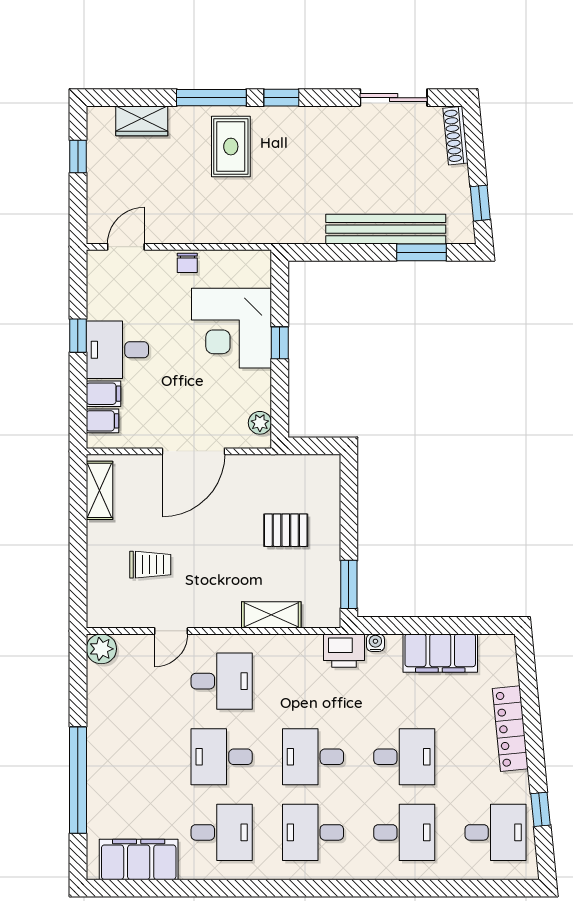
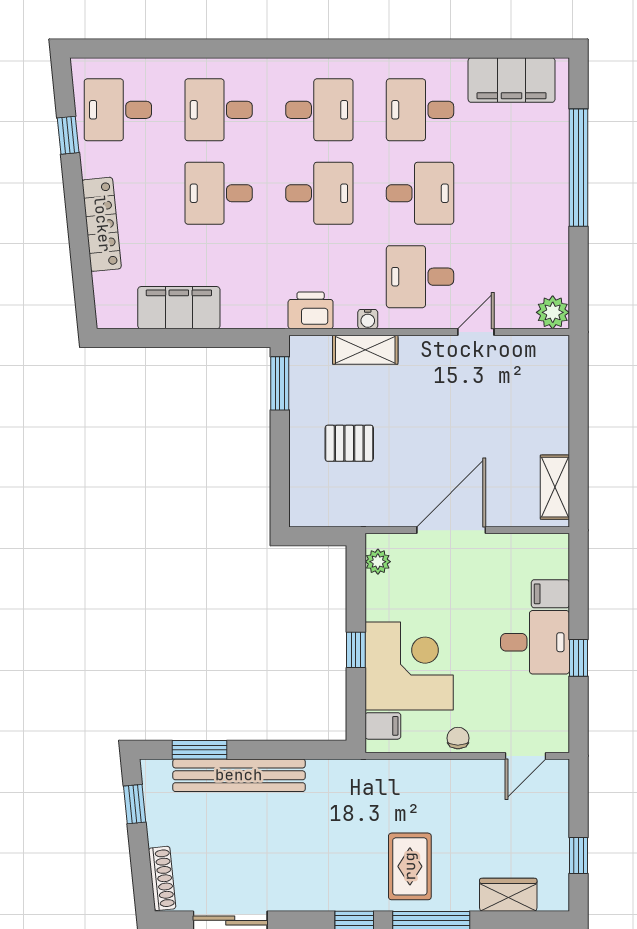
filing cabinet: (102, 421) -> (383, 726), moved, turned 180
trolley: (150, 565) -> (499, 405), removed
water cooler: (375, 643) -> (368, 319), moved
printer: (344, 651) -> (311, 310), moved

